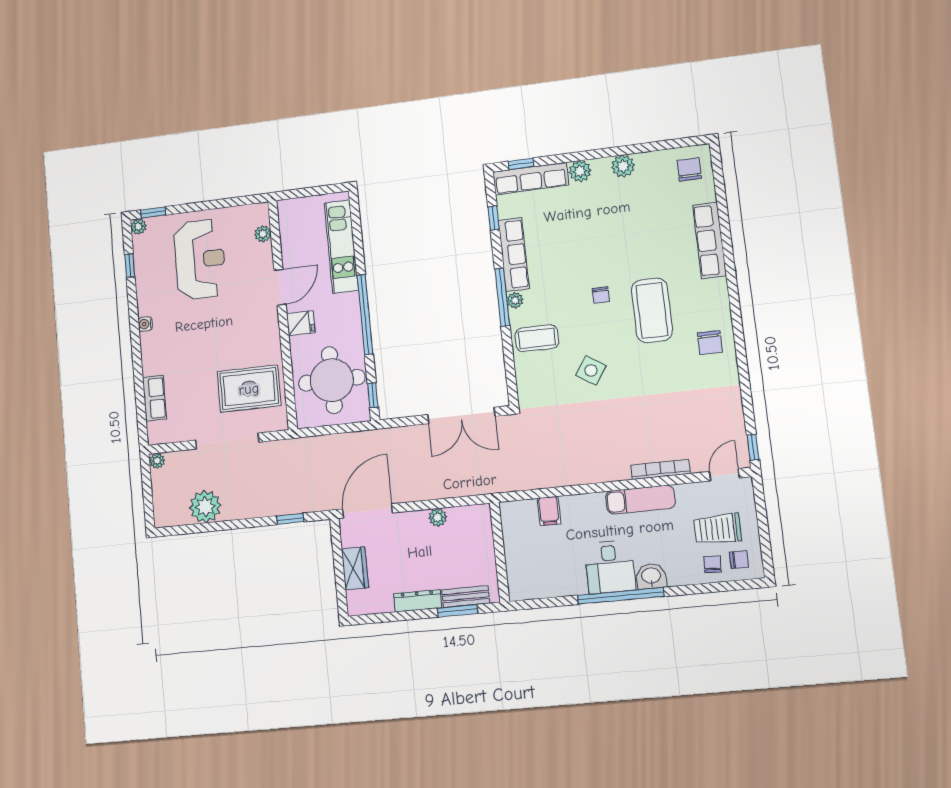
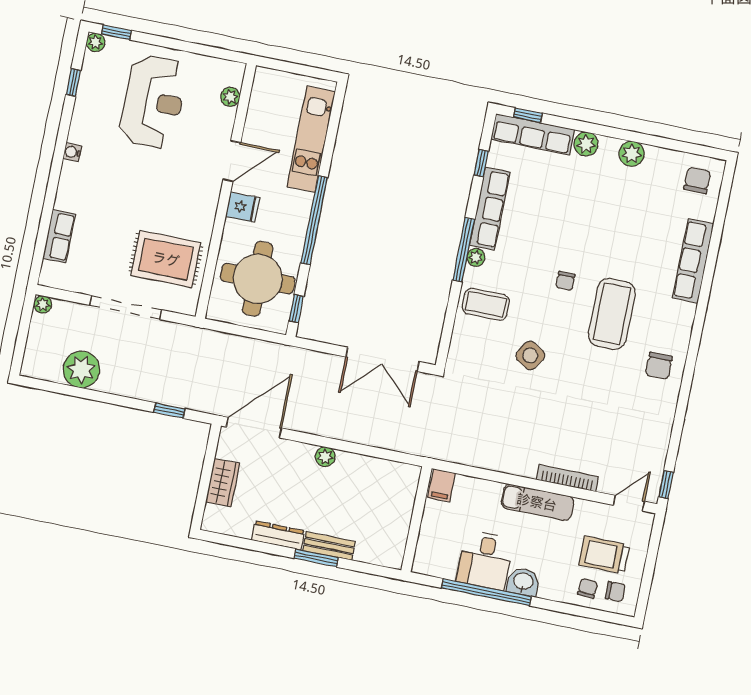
wall: (499, 552) -> (416, 519), moved

